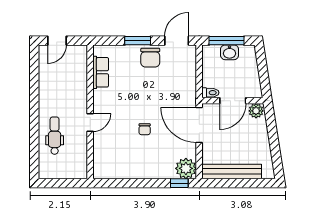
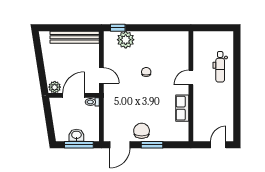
row of seats: (101, 72) -> (182, 108), moved
door: (199, 125) -> (101, 75), width x0.53
plant: (186, 168) -> (126, 40), moved

